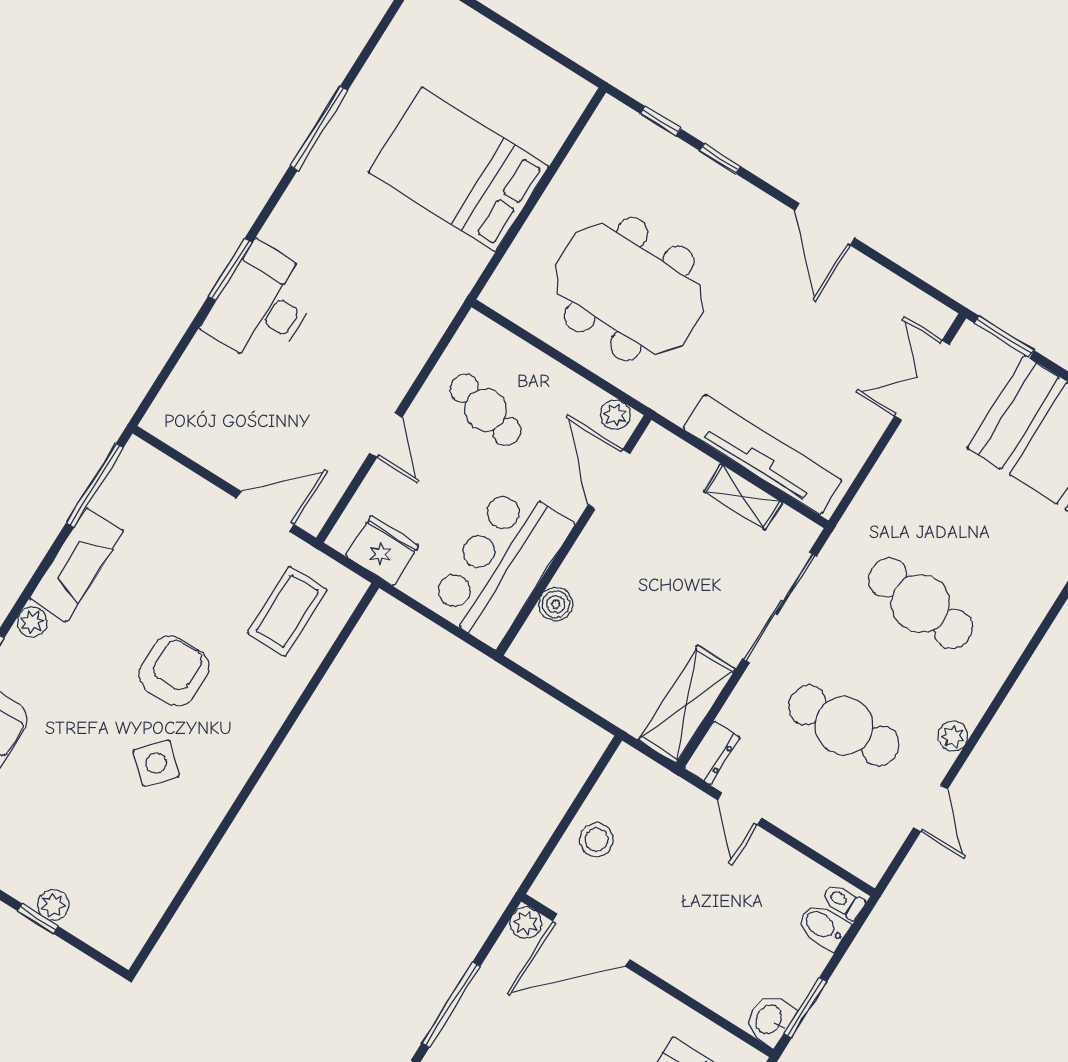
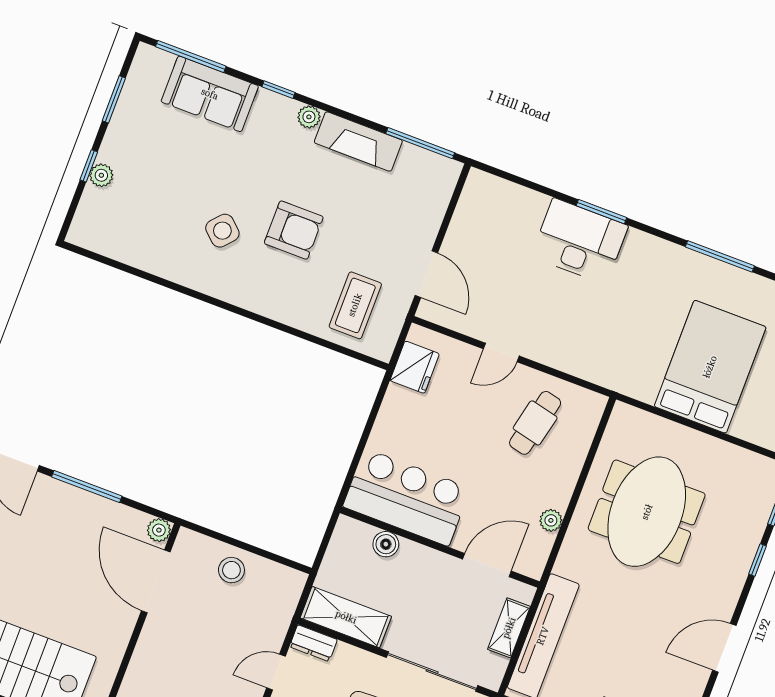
door: (609, 479) -> (487, 565), moved
wall: (574, 535) -> (440, 547), moved
bar counter: (501, 565) -> (407, 497), moved
boiler: (556, 604) -> (386, 544), moved
coffee table: (287, 611) -> (355, 305), turned 90

